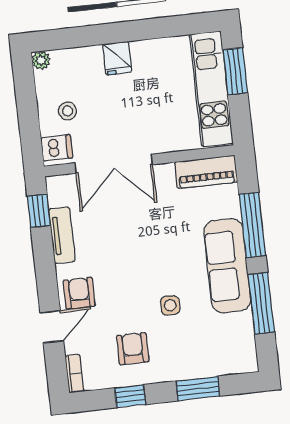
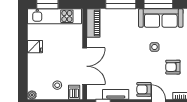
fridge: (117, 58) -> (35, 47), moved
sofa: (227, 266) -> (161, 18), moved

